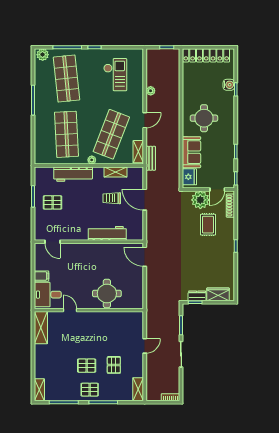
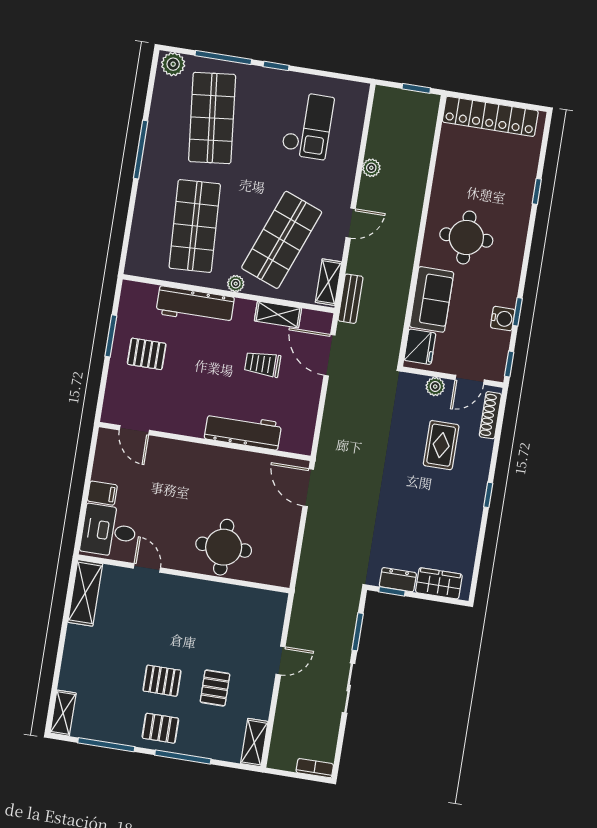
water cooler: (229, 85) -> (503, 319), moved
door: (145, 200) -> (330, 355), moved
plant: (200, 200) -> (435, 387), width x0.53, depth x0.53

